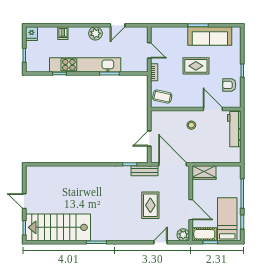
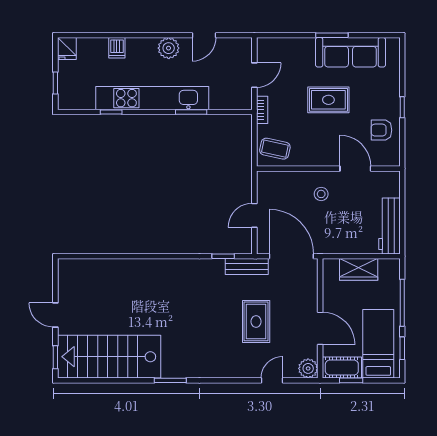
door: (149, 50) -> (254, 75), hinge flipped
workbench: (234, 129) -> (389, 226), moved
wardrobe: (204, 173) -> (359, 269), moved

